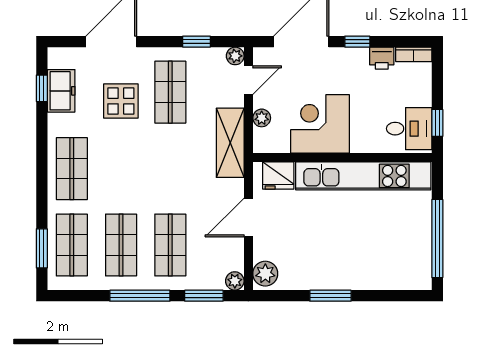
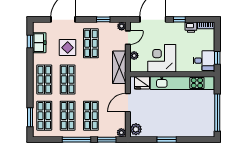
shop shelf: (121, 169) -> (68, 80), added

